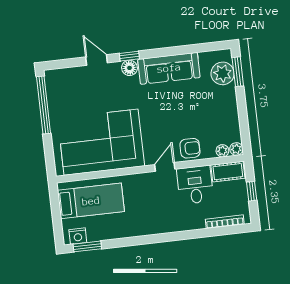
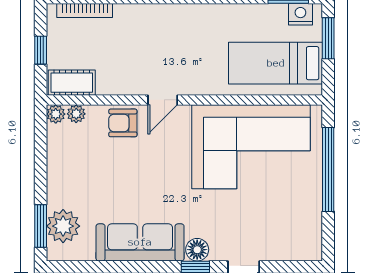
window: (44, 105) -> (328, 170), moved
desk: (195, 185) -> (122, 69), removed
window: (57, 222) -> (328, 38), added

